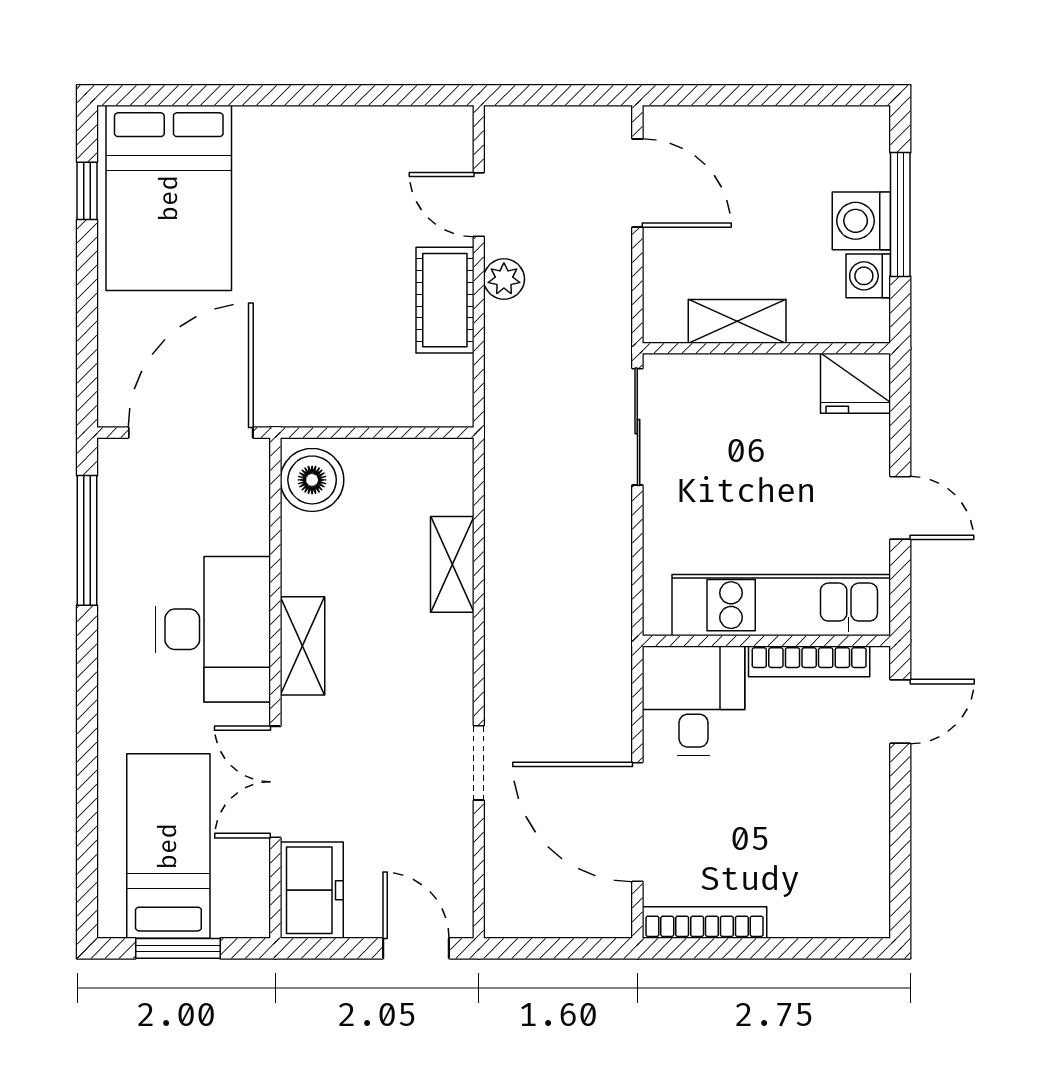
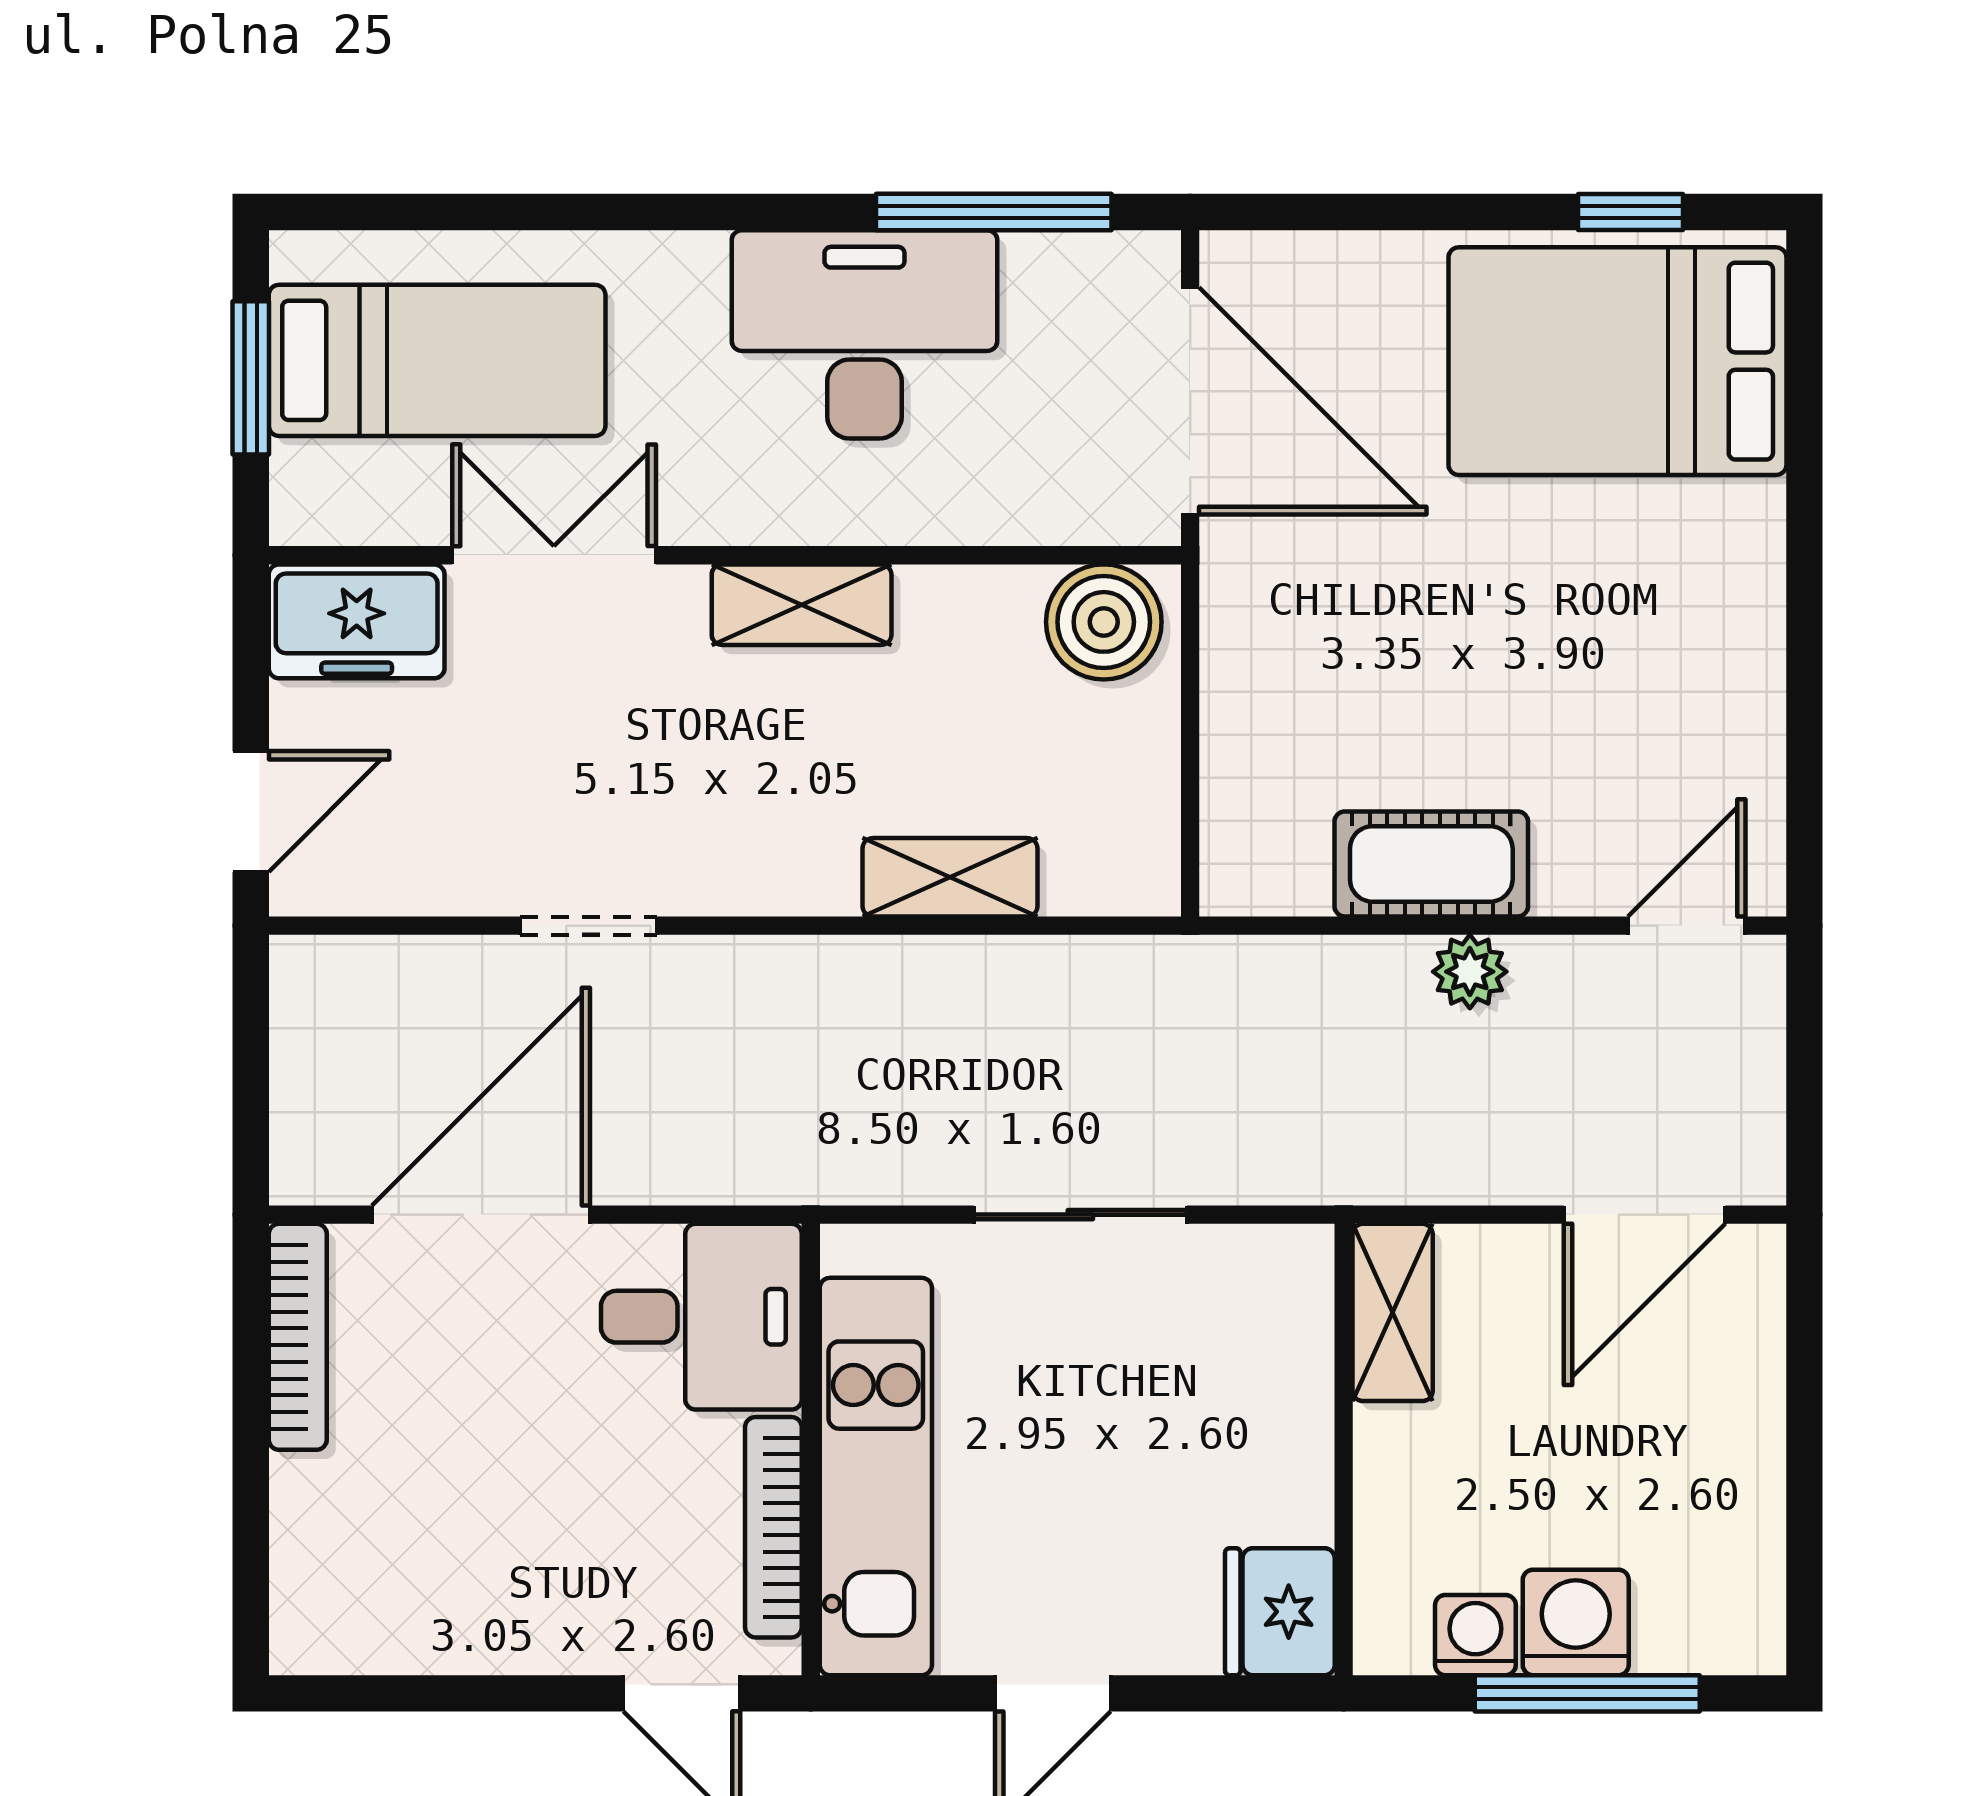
door: (479, 205) -> (1687, 926), moved
shelving: (737, 321) -> (1393, 1312), moved
sliding door: (637, 427) -> (1080, 1215), moved
desk: (213, 629) -> (864, 334), moved, turned 180

